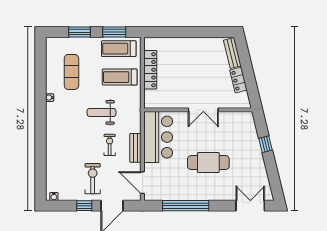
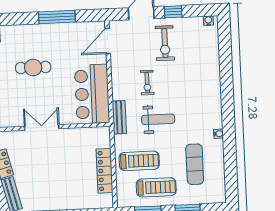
treadmill: (119, 49) -> (156, 187), moved
bench: (135, 148) -> (119, 117), moved
cafe table: (208, 163) -> (33, 68), width x0.73, depth x0.74
door: (142, 183) -> (108, 41), swing flipped
window: (186, 206) -> (57, 17), width x0.68

